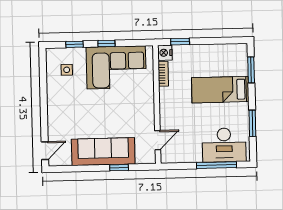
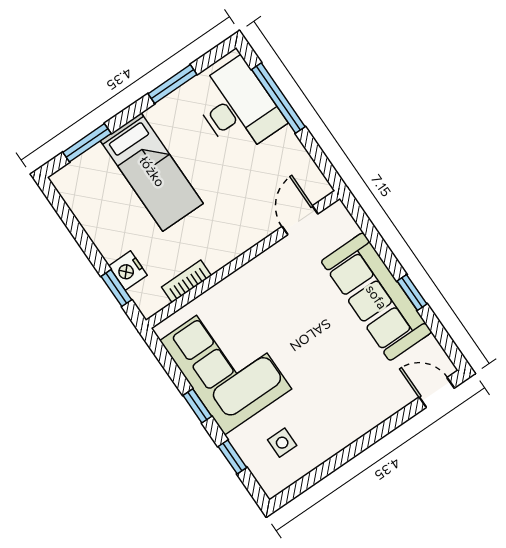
nightstand: (165, 53) -> (128, 271), moved, turned 90
door: (158, 140) -> (300, 220), hinge flipped
window: (119, 168) -> (412, 293), moved

